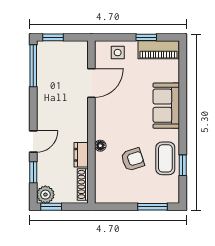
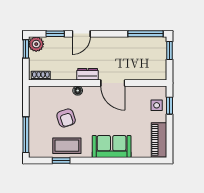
window: (146, 37) -> (170, 106), moved
door: (91, 83) -> (113, 83), moved
door: (33, 142) -> (81, 34), hinge flipped
dresser: (81, 155) -> (88, 74), moved
shoe rack: (83, 184) -> (41, 76), width x0.70
window: (152, 207) -> (26, 135), width x1.44

